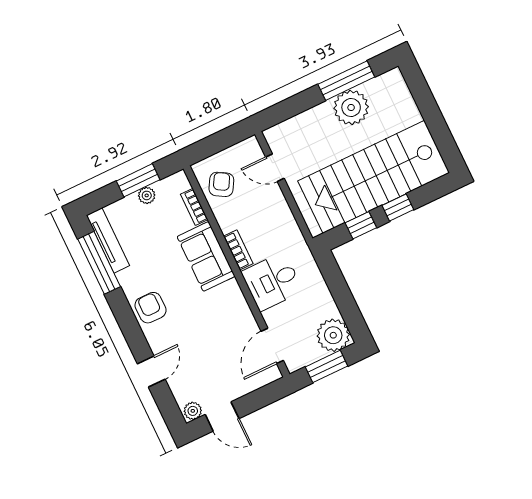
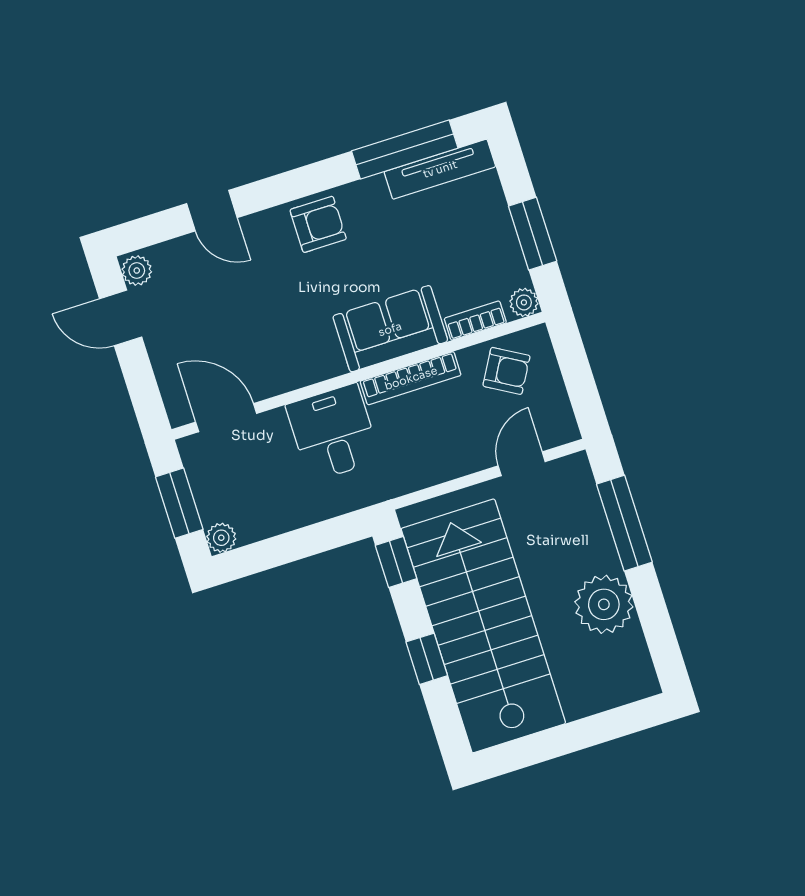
window: (346, 81) -> (624, 523), moved
plant: (147, 195) -> (524, 302), moved
window: (361, 225) -> (396, 562), moved
bookcase: (238, 250) -> (411, 378), width x1.56
plant: (333, 335) -> (221, 538), width x0.53, depth x0.53
door: (222, 416) -> (121, 318), hinge flipped

